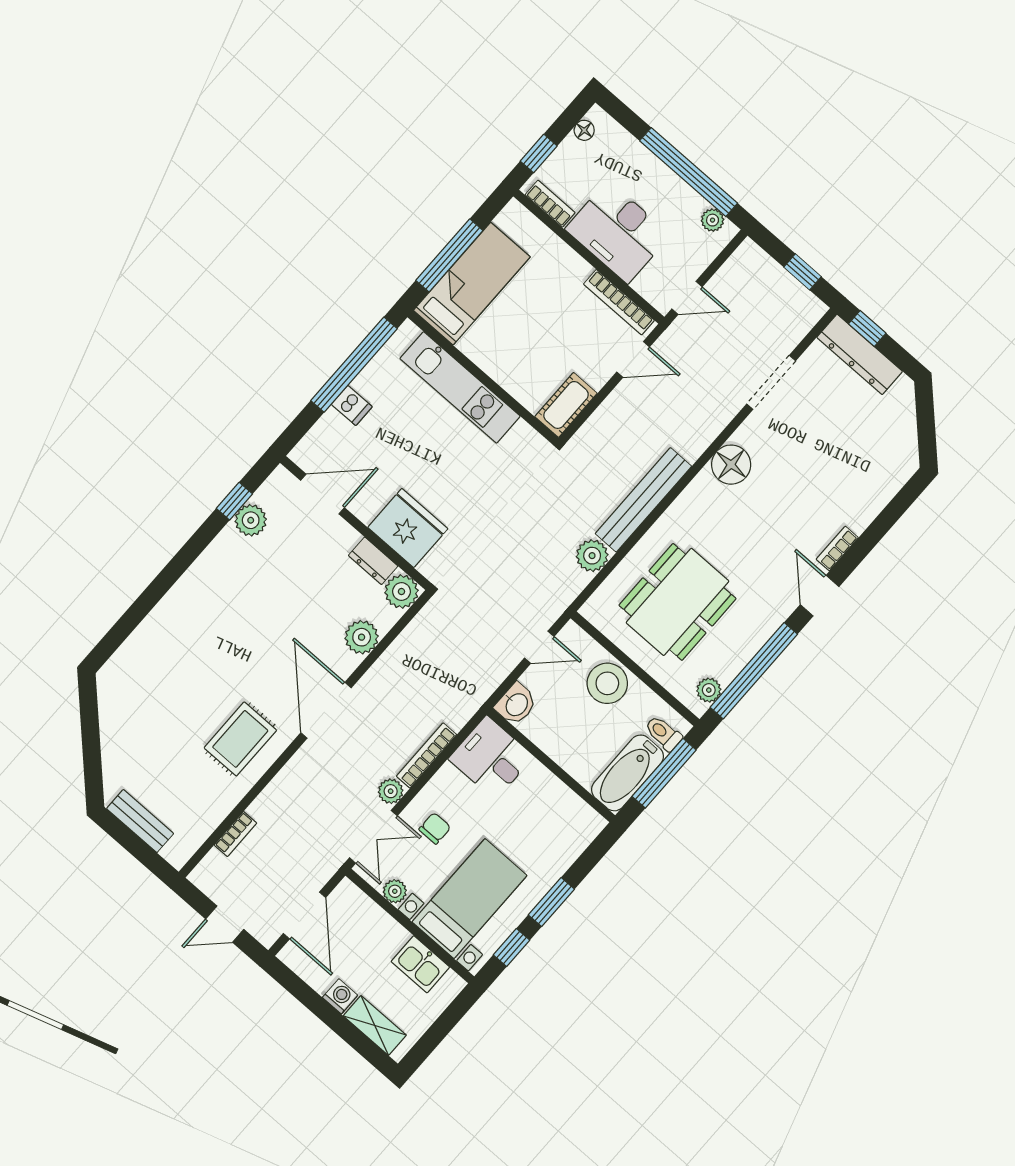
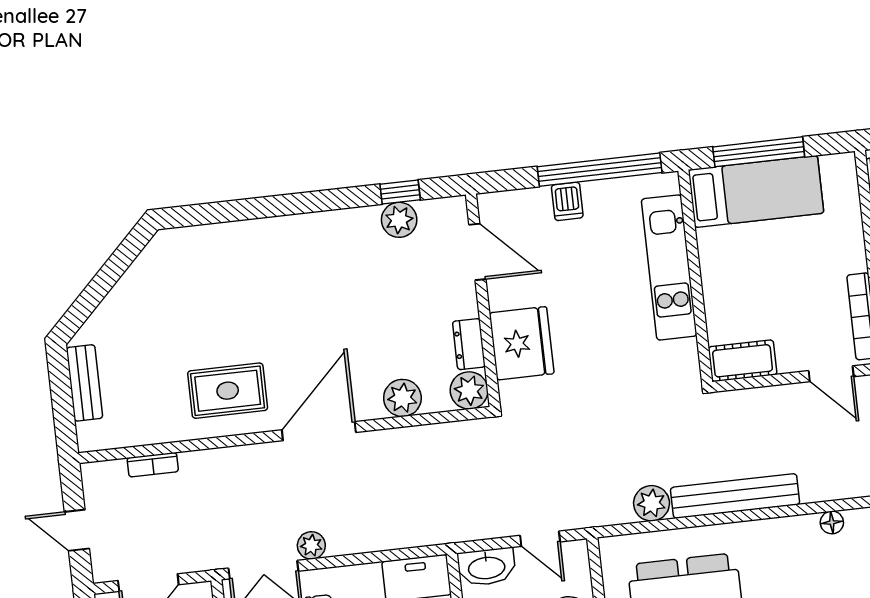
floor lamp: (731, 465) -> (832, 522), width x0.53, depth x0.53
washbasin: (516, 704) -> (487, 567), width x1.38
bookcase: (426, 755) -> (367, 543), removed

